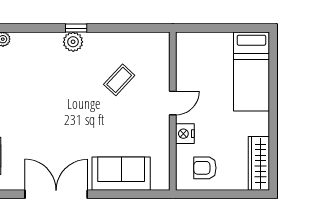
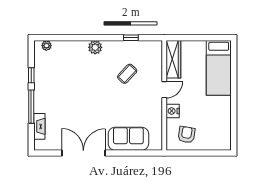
window: (76, 28) -> (131, 38), moved
wardrobe: (259, 163) -> (173, 59), moved, turned 180
armchair: (205, 168) -> (187, 135), turned 99

